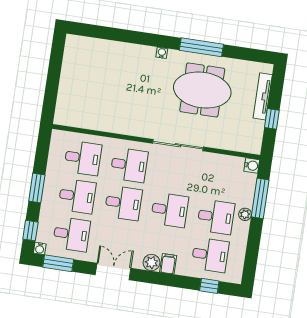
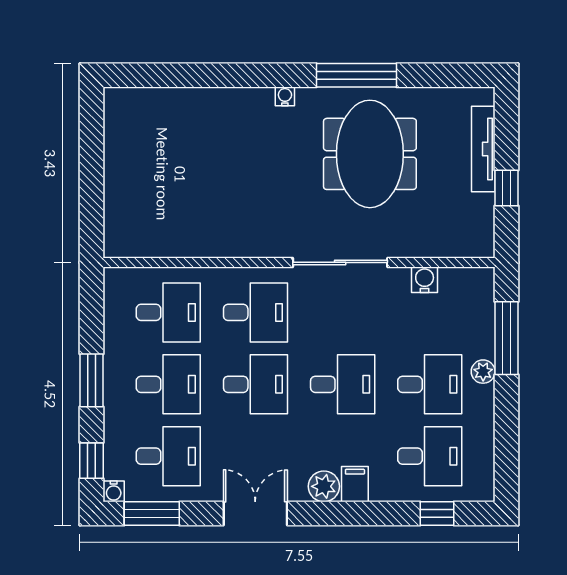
meeting table: (202, 90) -> (370, 154), turned 90
water cooler: (252, 166) -> (425, 280), moved, turned -90

